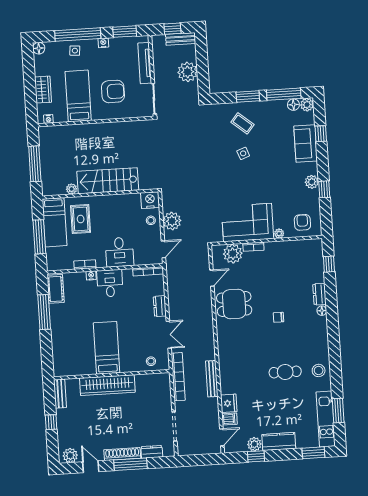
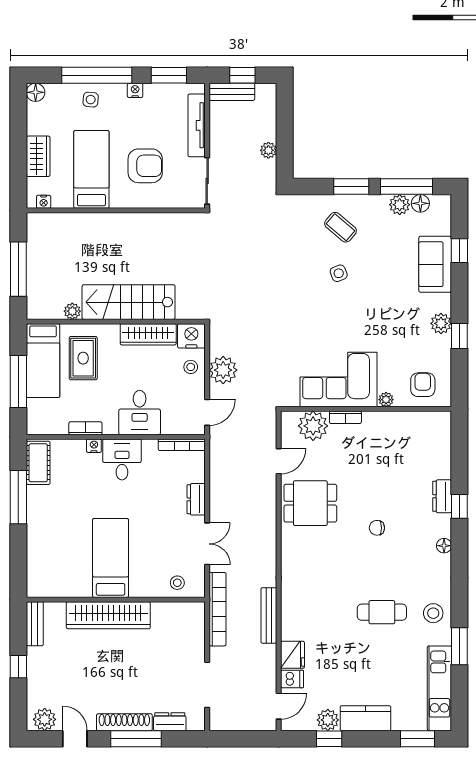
bench: (181, 39) -> (232, 92), moved
plant: (188, 72) -> (268, 150), width x0.53, depth x0.53
plant: (307, 105) -> (400, 205), moved
wardrobe: (122, 201) -> (148, 334), added
window: (329, 264) -> (459, 506), moved
floor lamp: (322, 311) -> (444, 546), moved
window: (338, 411) -> (459, 646), moved

